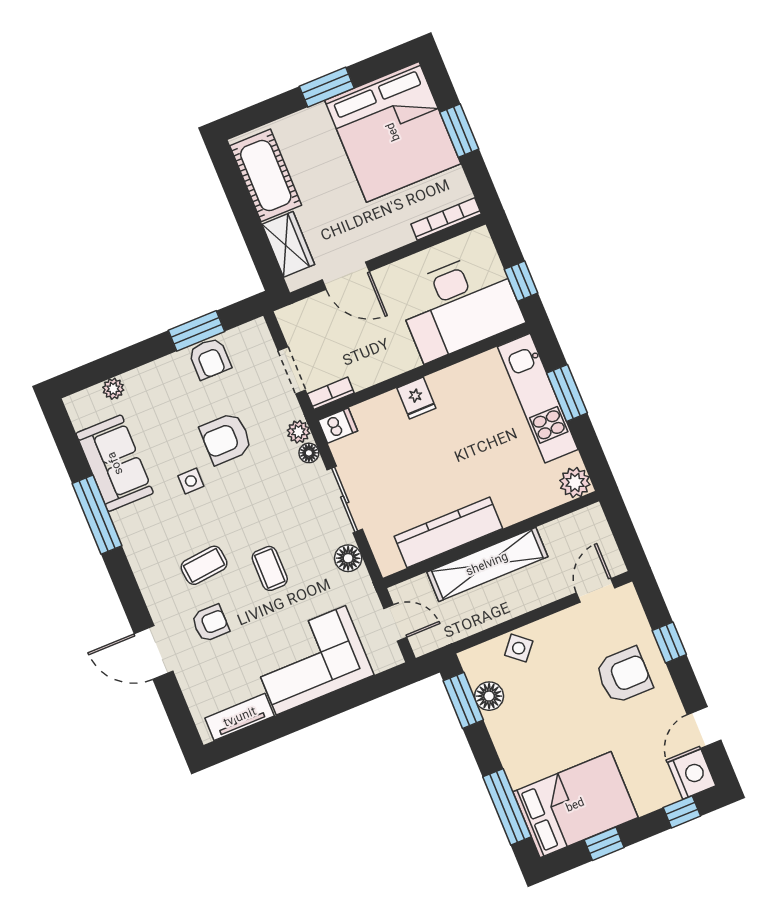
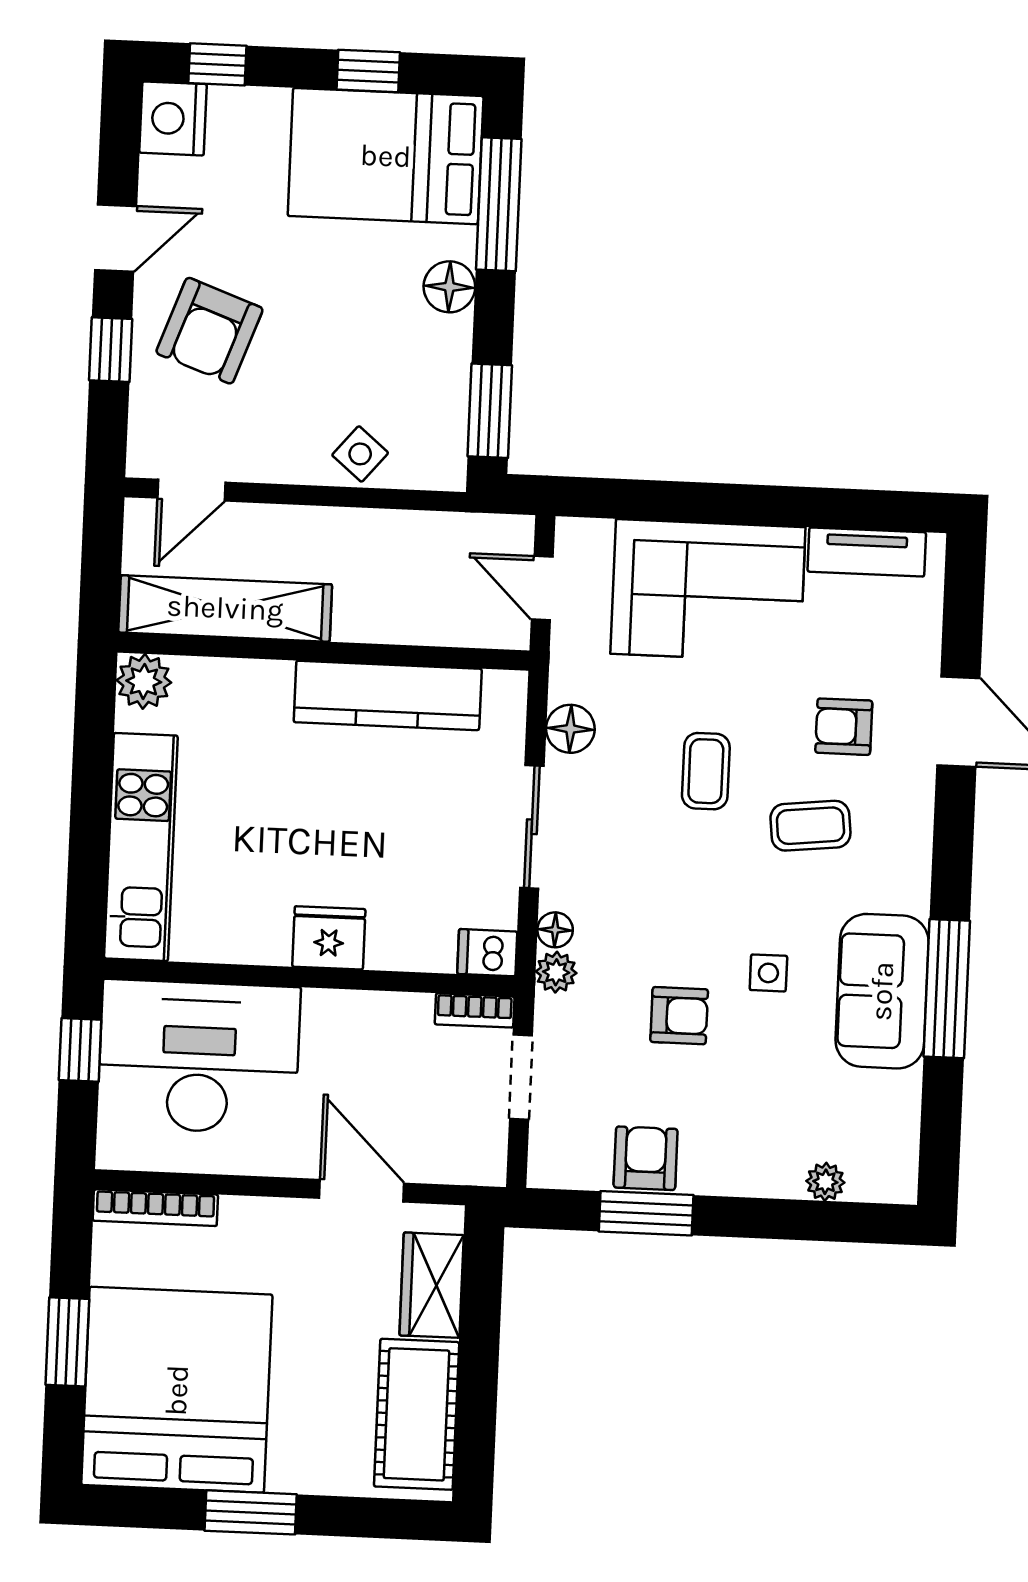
window: (567, 393) -> (90, 833), removed
fridge: (416, 398) -> (329, 938), width x1.38
armchair: (226, 439) -> (679, 1016), width x0.72, depth x0.72
sofa: (115, 463) -> (882, 991), moved
shelving: (487, 564) -> (225, 608), moved
armchair: (624, 675) -> (209, 331), turned -70
floor lamp: (489, 696) -> (449, 287), moved
door: (704, 727) -> (116, 238), moved

